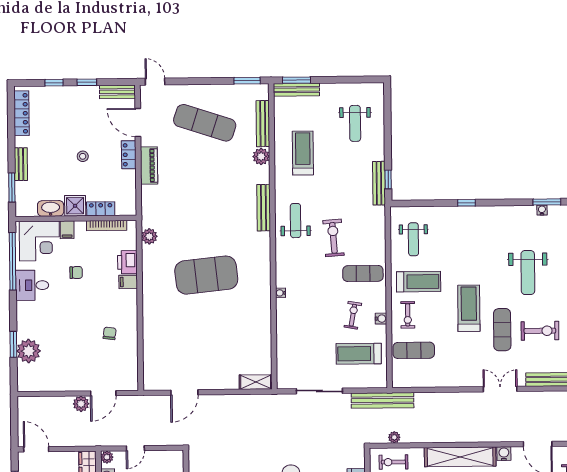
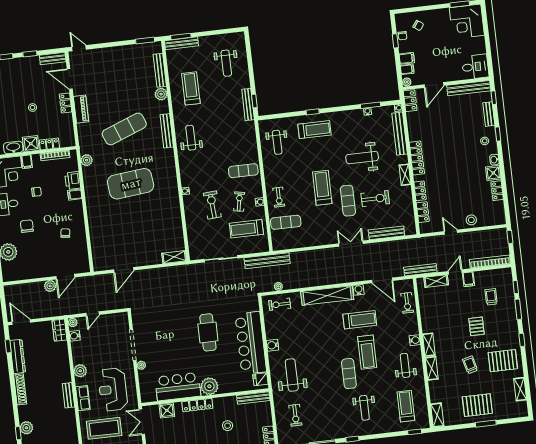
exercise mat: (205, 123) -> (124, 129), moved, turned -39
exercise bike: (333, 238) -> (212, 205), moved
weight bench: (528, 273) -> (362, 158), turned 90
treadmill: (419, 282) -> (315, 130), moved
chair: (58, 318) -> (27, 226), added

